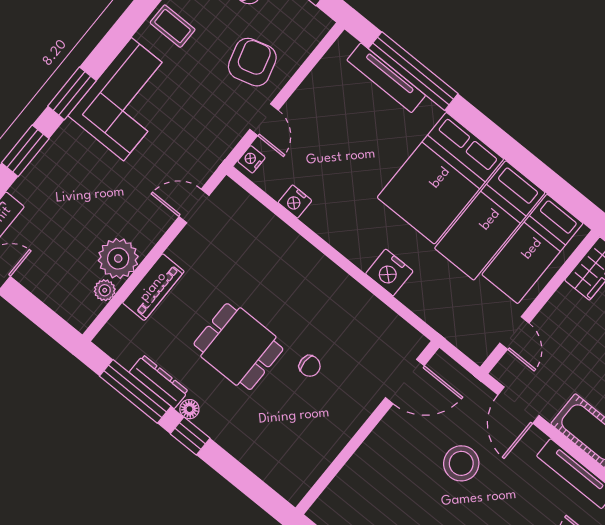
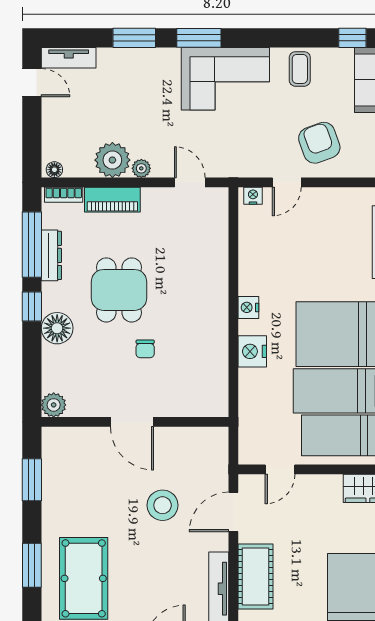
armchair: (252, 62) -> (319, 143), turned -94
nightstand: (295, 202) -> (248, 307), moved
plant: (105, 290) -> (141, 168), moved
floor lamp: (85, 317) -> (54, 170), added
bookcase: (114, 327) -> (64, 195), added
door: (405, 382) -> (132, 422), moved
floor lamp: (189, 409) -> (57, 328), moved, width x1.89, depth x1.89
plant: (293, 488) -> (54, 405), added

